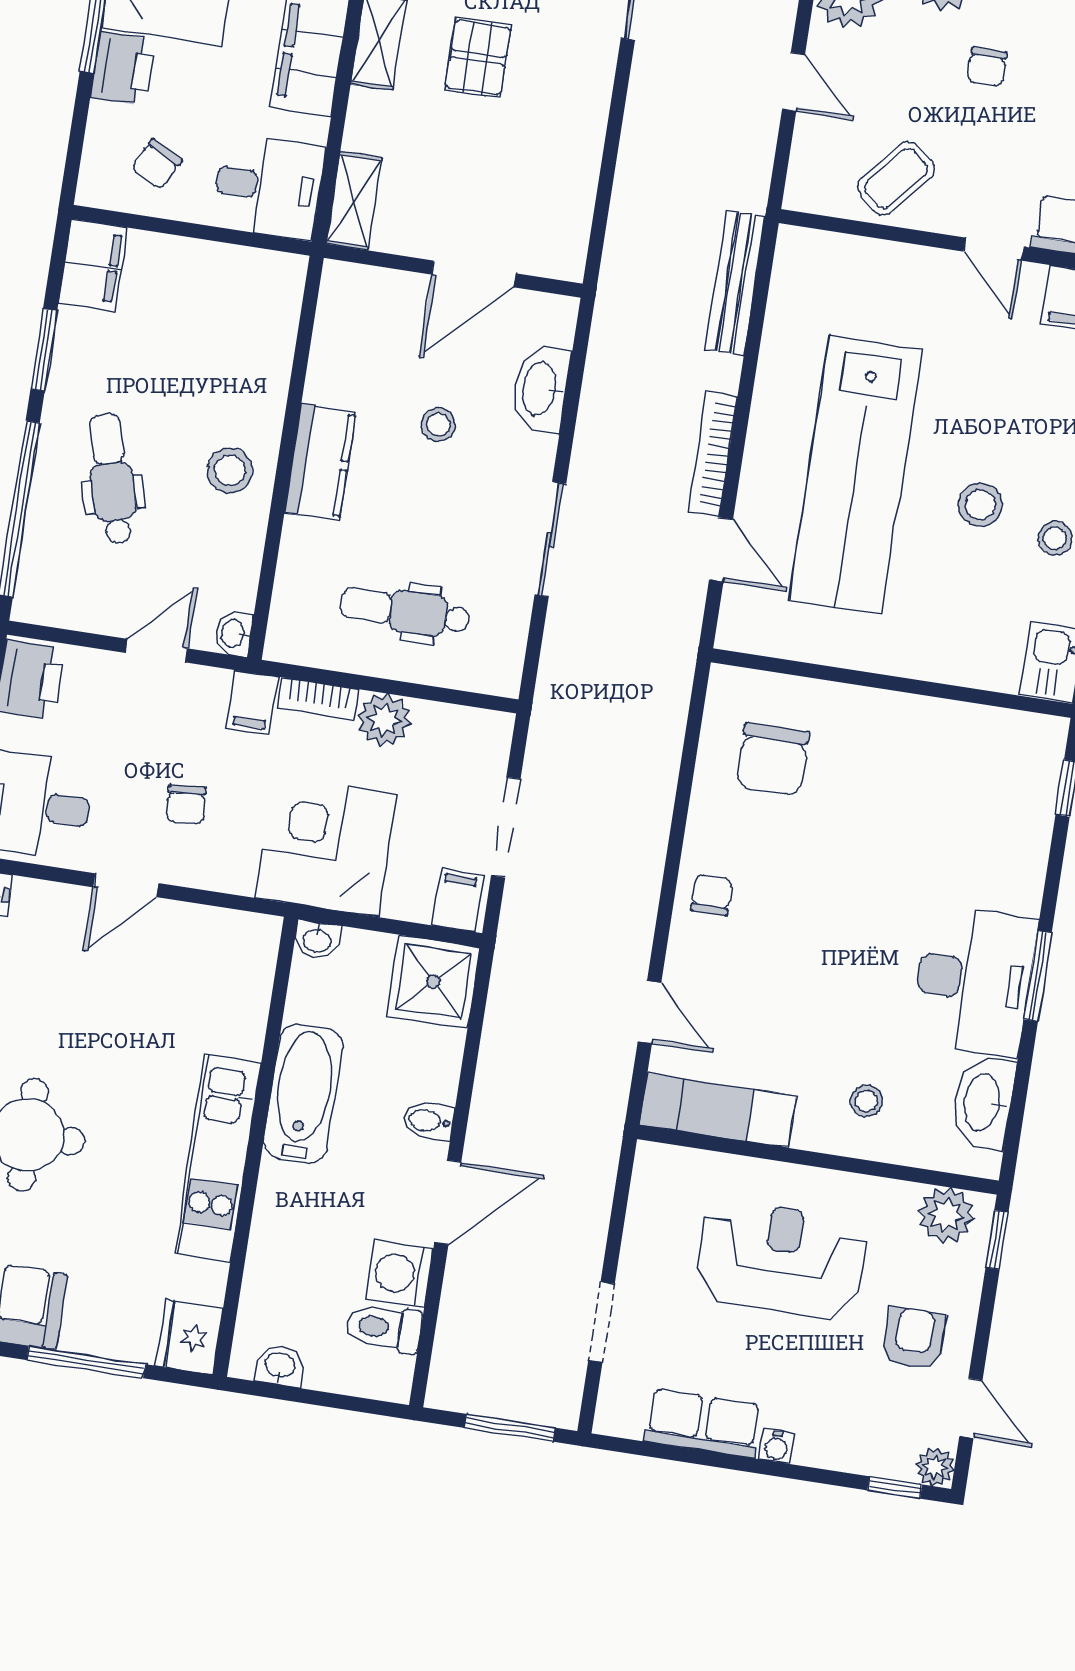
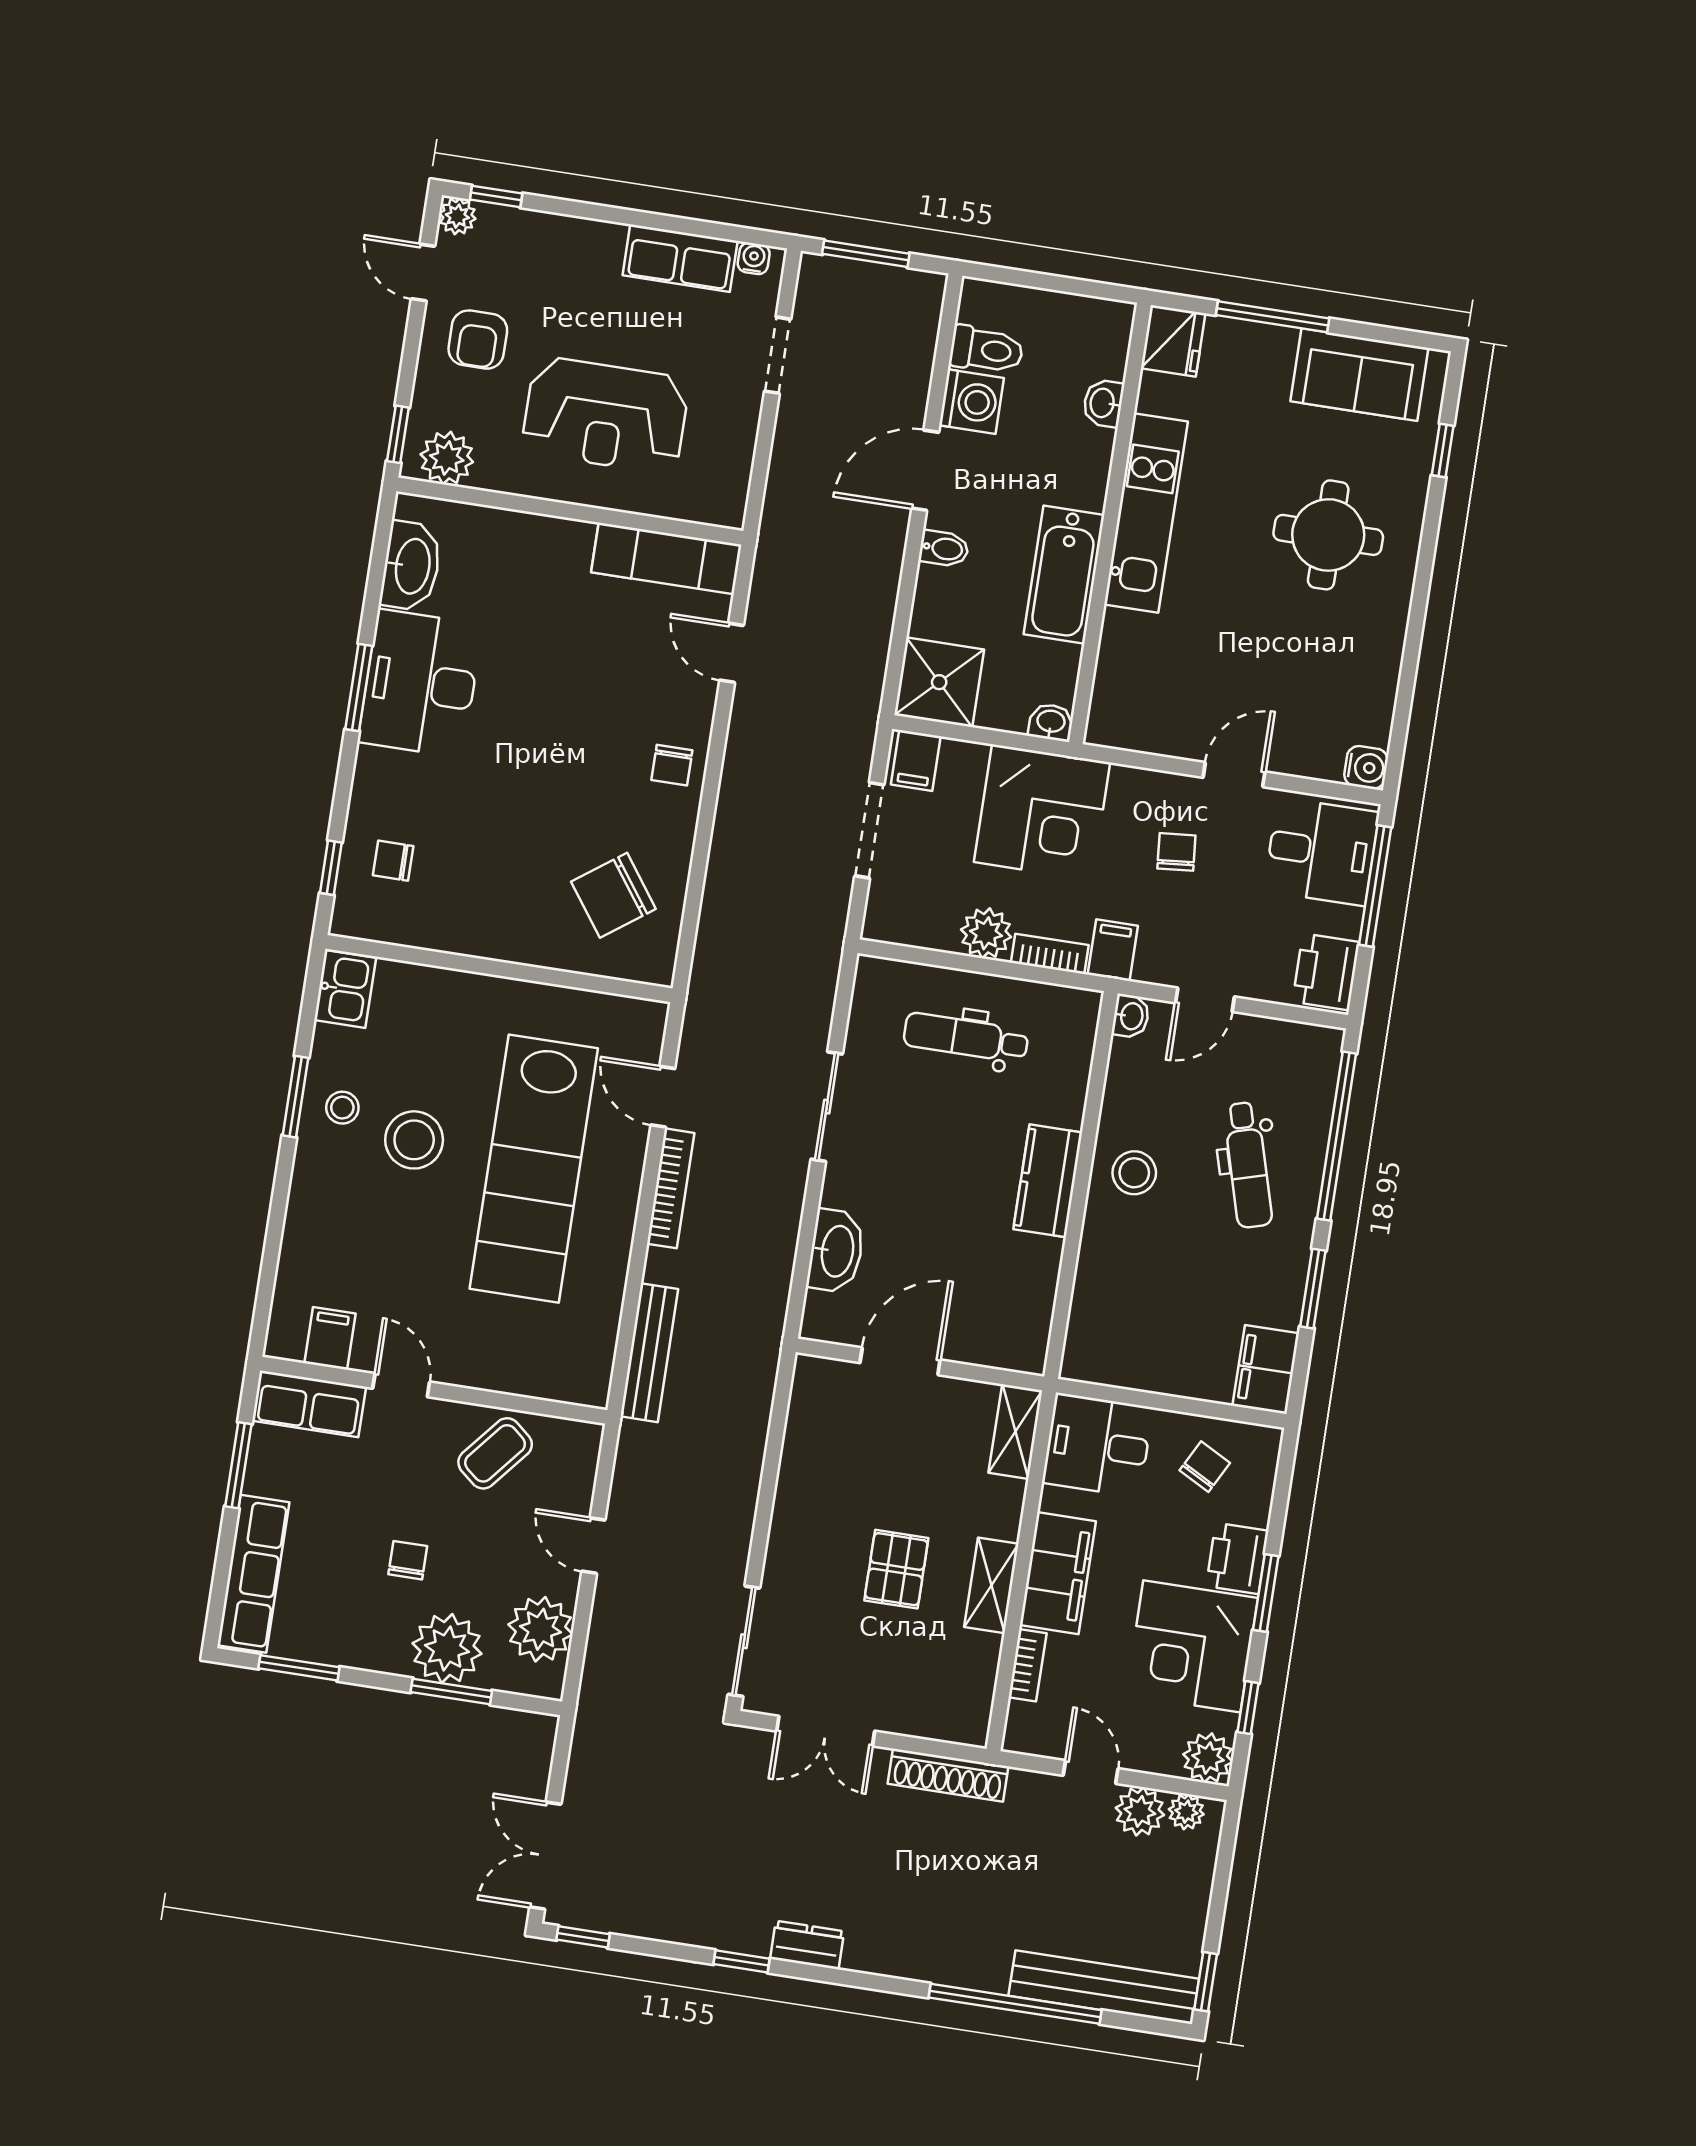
stool: (438, 424) -> (934, 1217), removed
lab bench: (856, 475) -> (534, 1169), turned 180
stool: (980, 505) -> (414, 1140), width x1.38, depth x1.38
dental chair: (405, 611) -> (966, 1038), turned 180
chair: (773, 760) -> (613, 895), turned -126
chair: (1002, 796) -> (393, 861), added
stool: (867, 1101) -> (523, 568), removed
washbasin: (280, 1366) -> (1103, 403), moved, turned 90
water cooler: (776, 1446) -> (754, 258), moved

